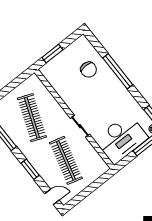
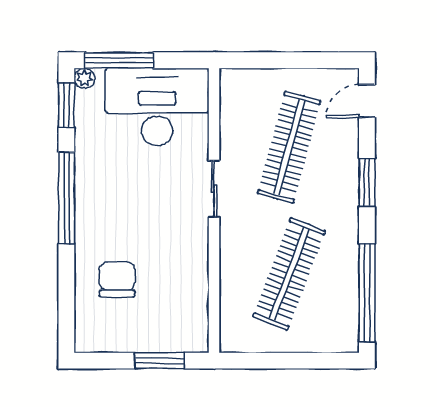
window: (118, 71) -> (66, 198), moved
door: (52, 197) -> (367, 101), hinge flipped

